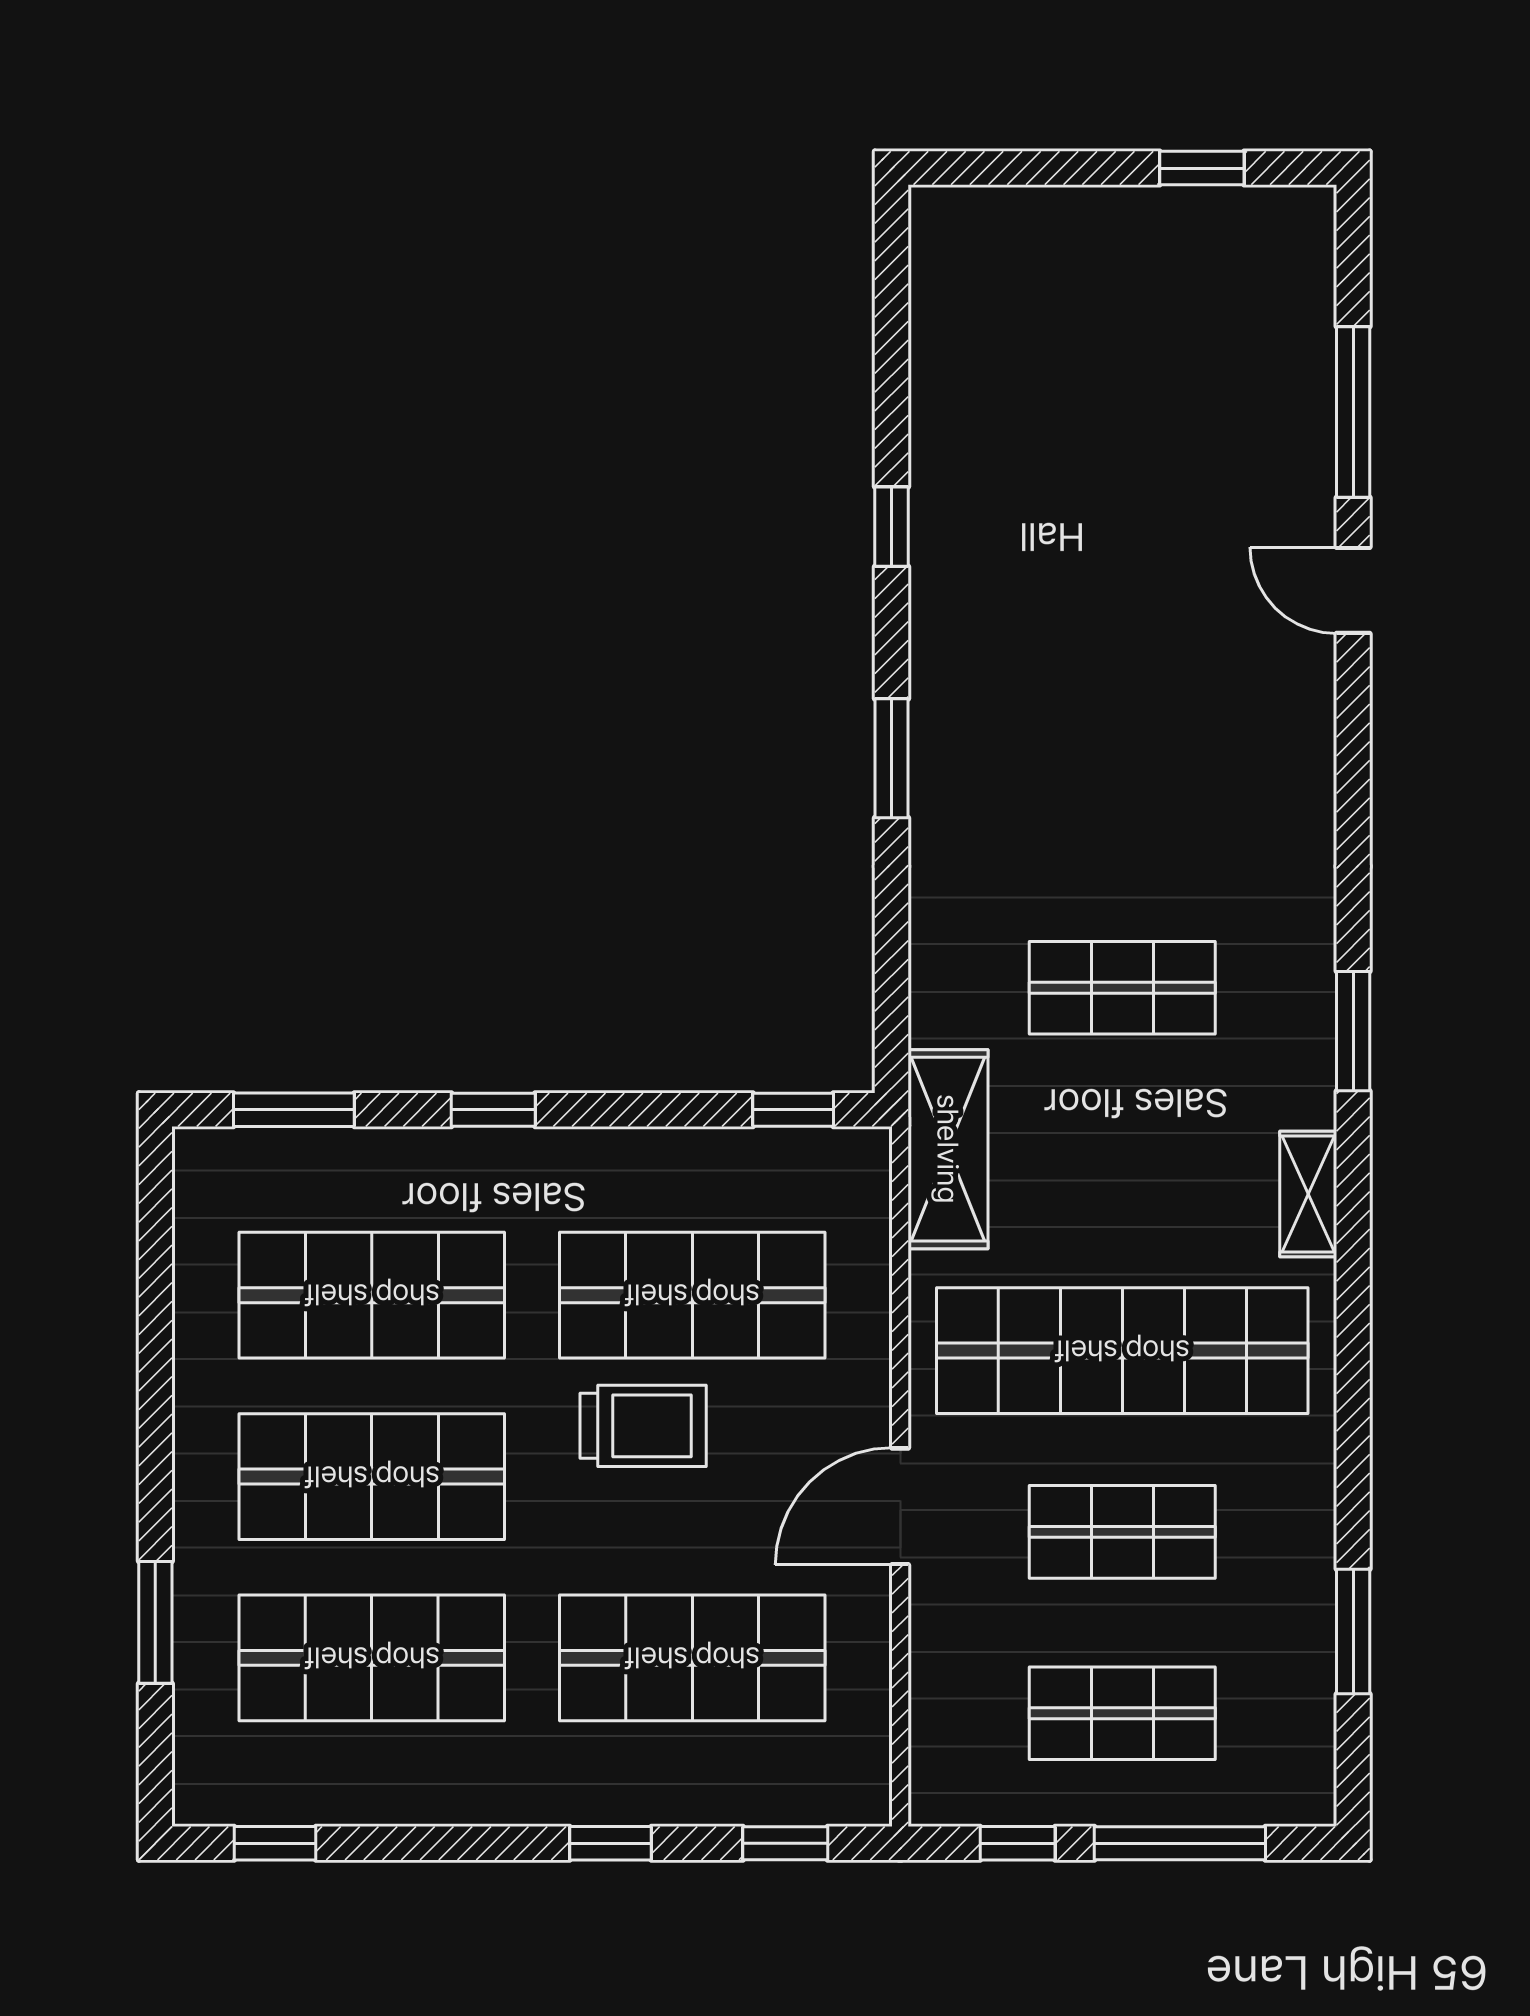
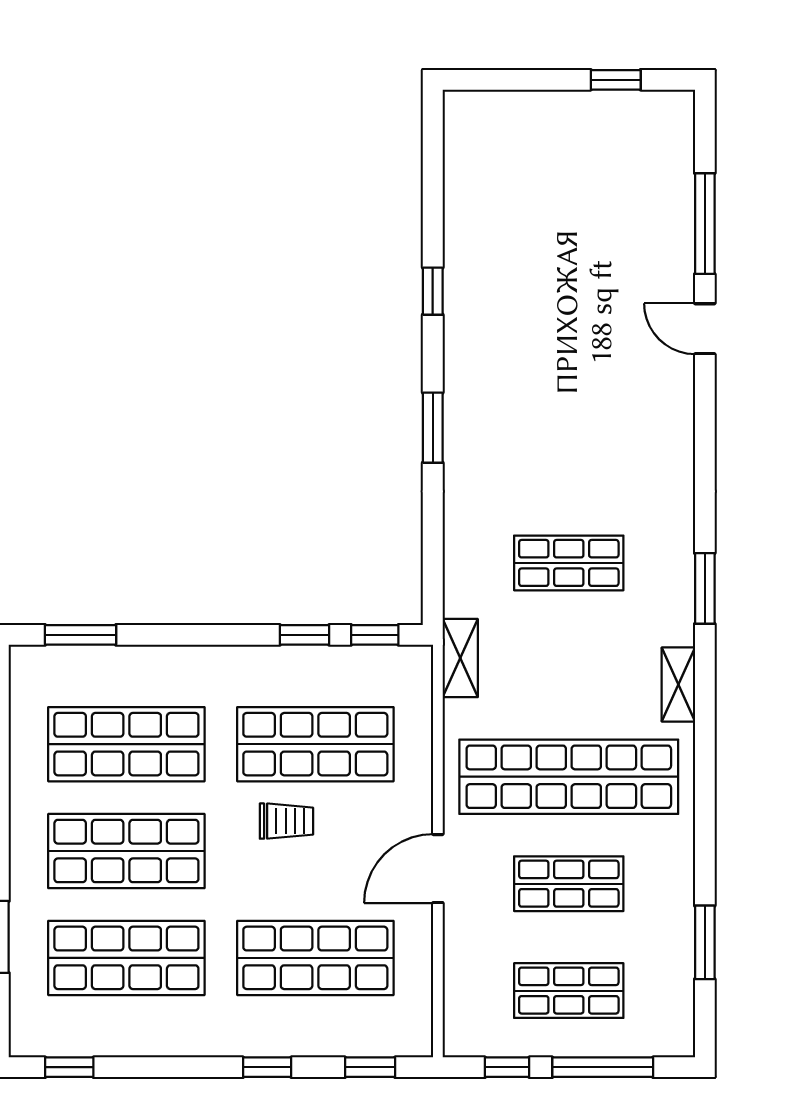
window: (493, 1110) -> (305, 635), moved
shelving: (948, 1149) -> (460, 658), width x0.67, depth x0.75
trolley: (643, 1426) -> (286, 821), width x0.73, depth x0.72

